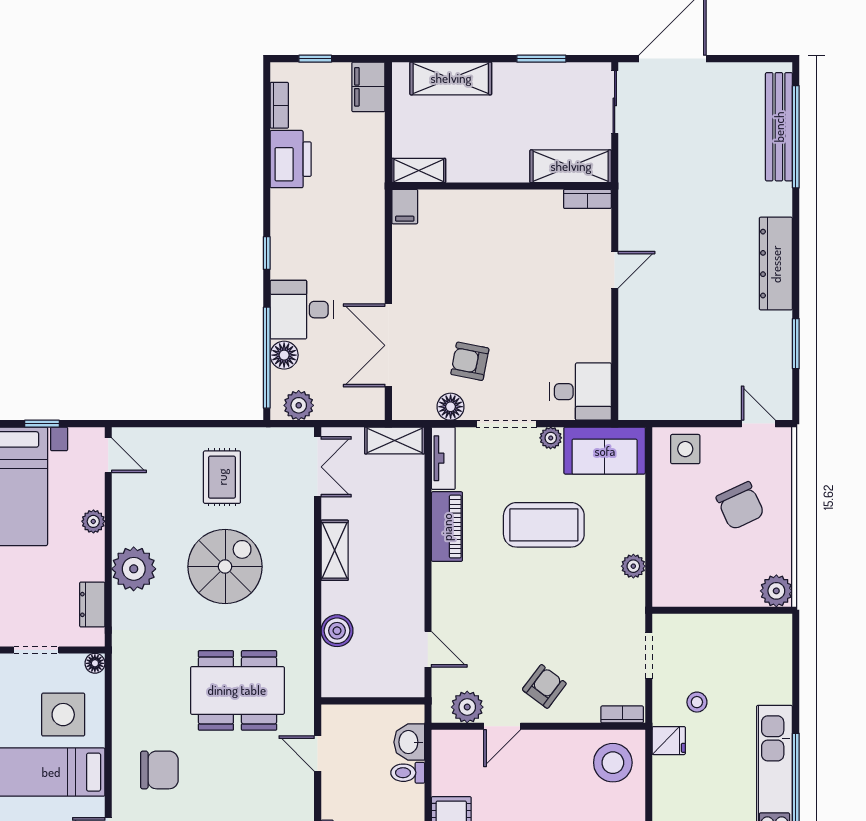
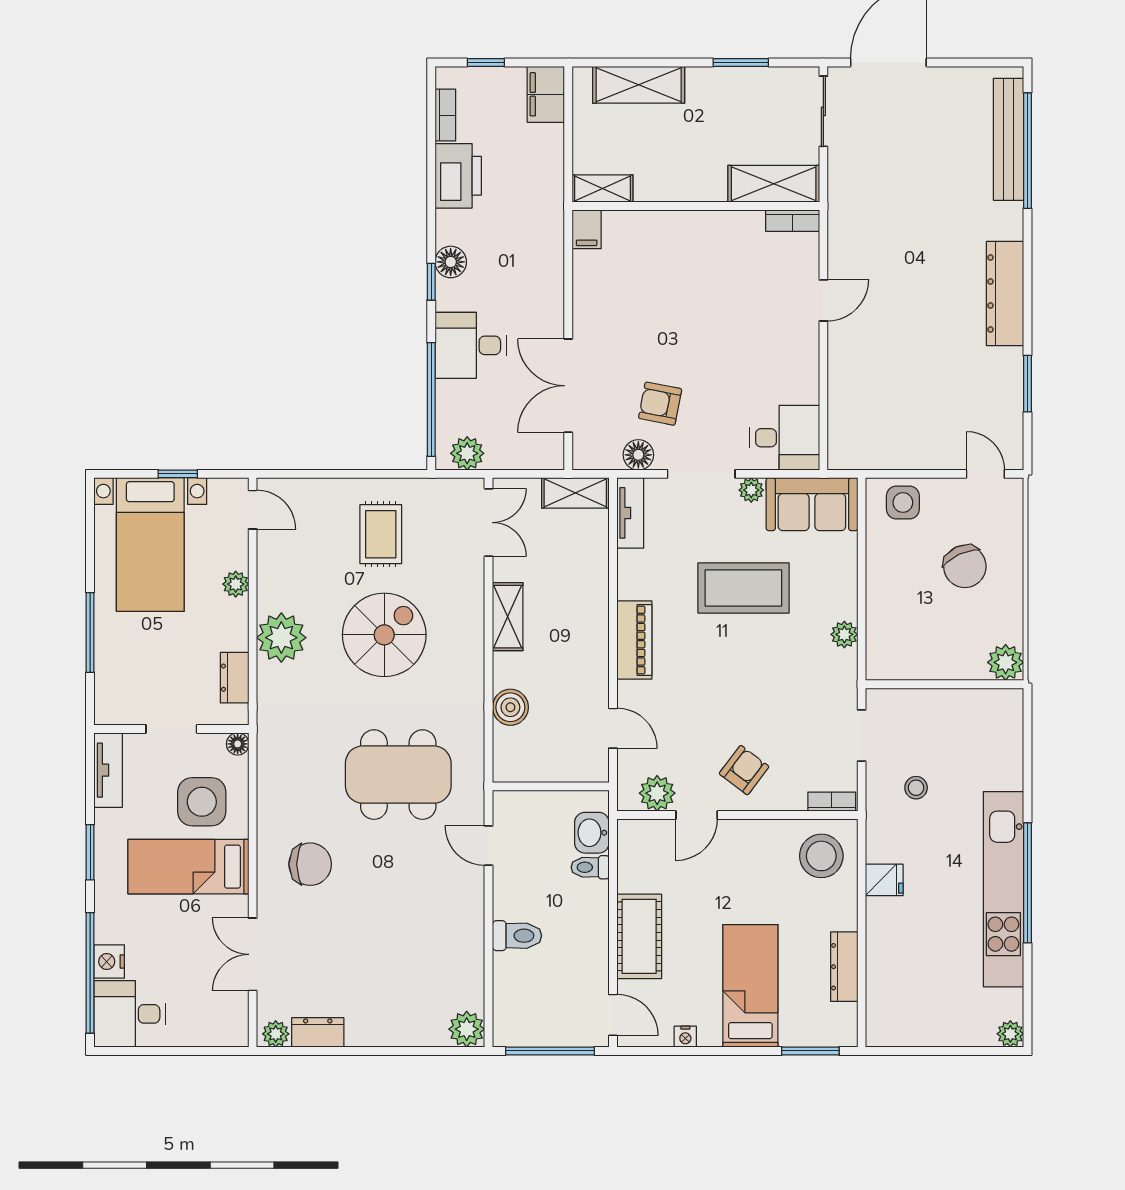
floor lamp: (284, 355) -> (451, 262), moved
piano: (447, 527) -> (634, 640), moved
fridge: (669, 741) -> (884, 880), moved

